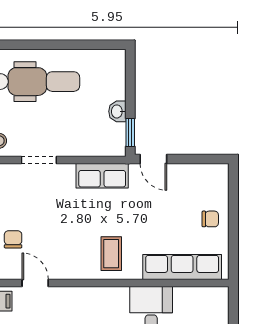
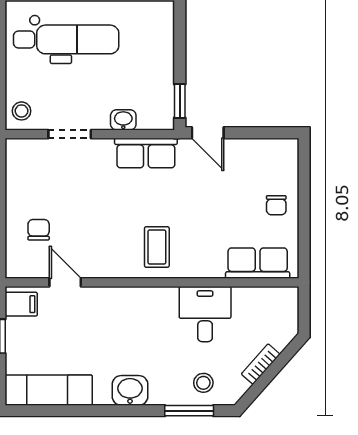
washbasin: (117, 111) -> (123, 120), moved, turned 90
chair: (210, 219) -> (276, 205), turned 90
row of seats: (182, 267) -> (258, 263), width x0.68

